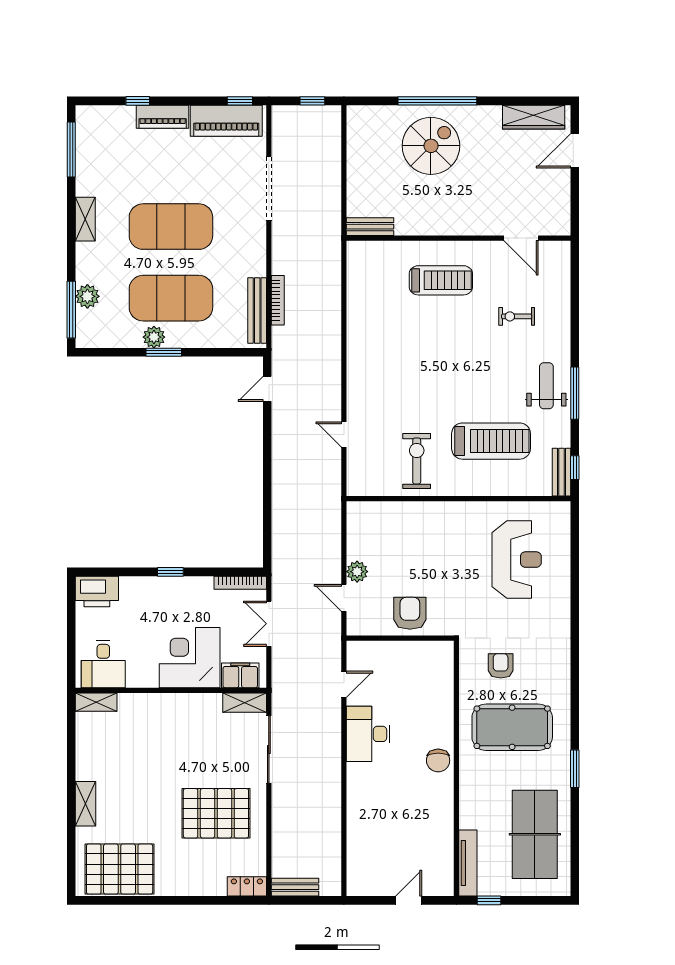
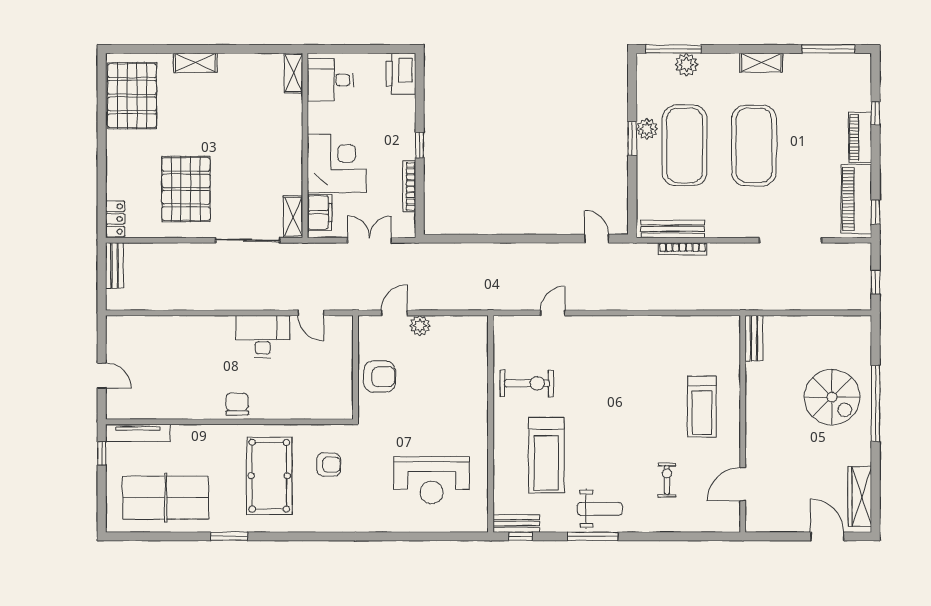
bookcase: (240, 583) -> (409, 186), moved
chair: (438, 760) -> (237, 404), turned 90

